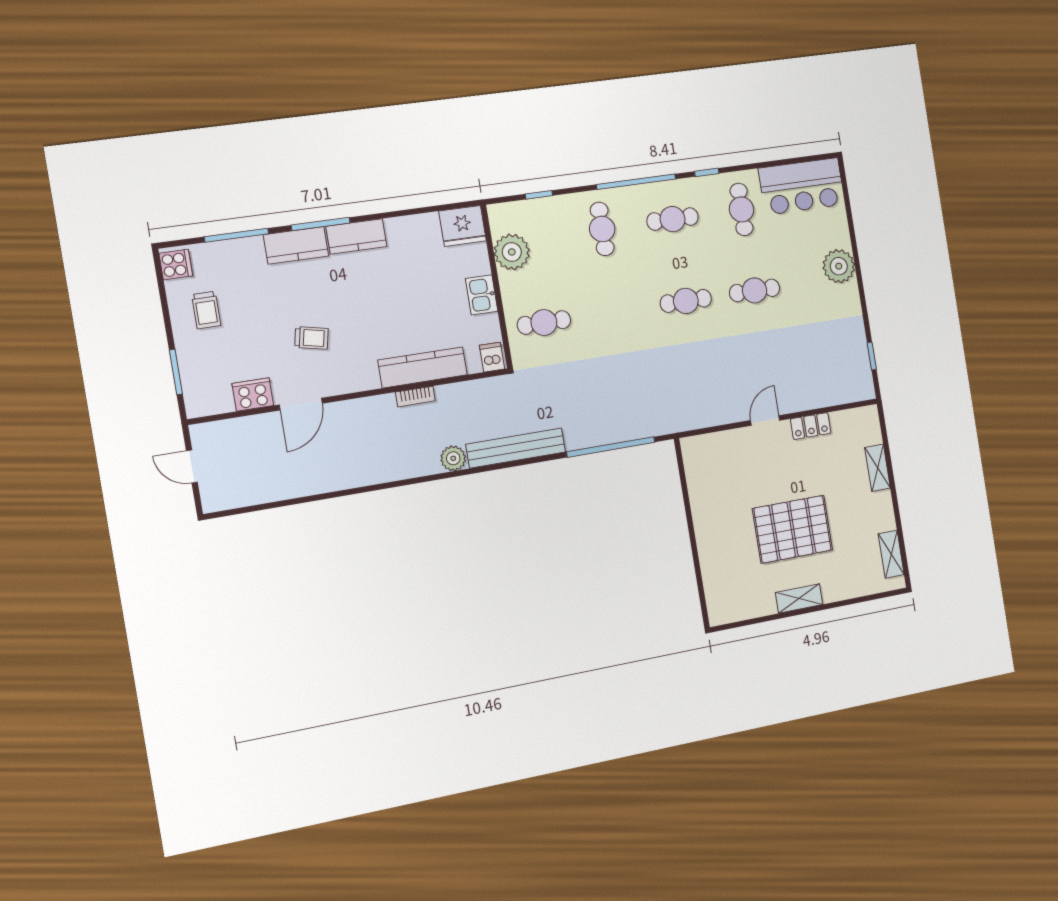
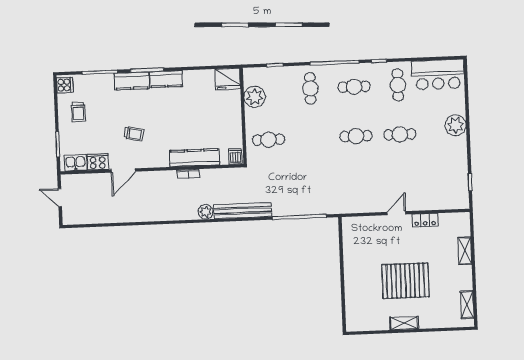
kitchen sink: (482, 295) -> (75, 163), moved, turned 90

